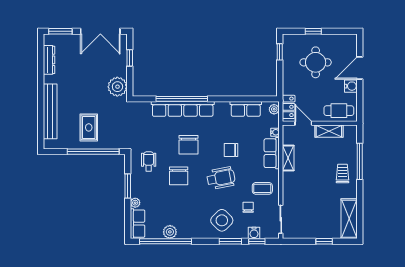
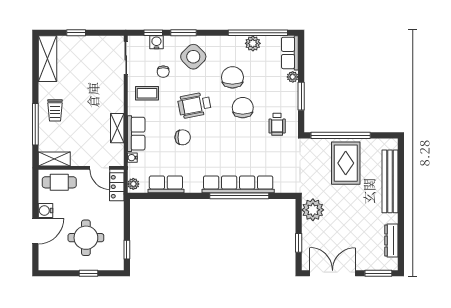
rug: (89, 127) -> (346, 163), width x1.36, depth x1.43
shelving: (329, 131) -> (54, 159), moved
chair: (188, 145) -> (232, 77), moved

